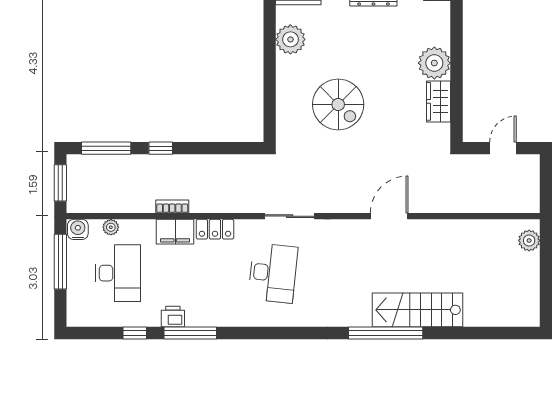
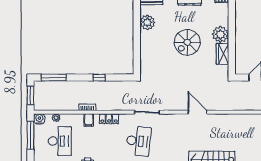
spiral stairs: (338, 105) -> (187, 42), moved, turned 90
window: (161, 148) -> (99, 78), moved
door: (389, 216) -> (197, 112), hinge flipped
filing cabinet: (175, 232) -> (89, 120), width x0.50

